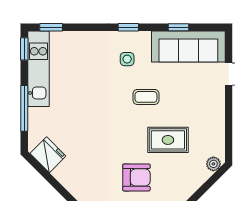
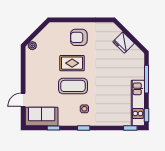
sofa: (188, 46) -> (42, 116), width x0.73
coffee table: (146, 97) -> (73, 86), width x1.86, depth x1.72
rug: (168, 140) -> (72, 63), moved
fridge: (48, 155) -> (124, 43), moved

